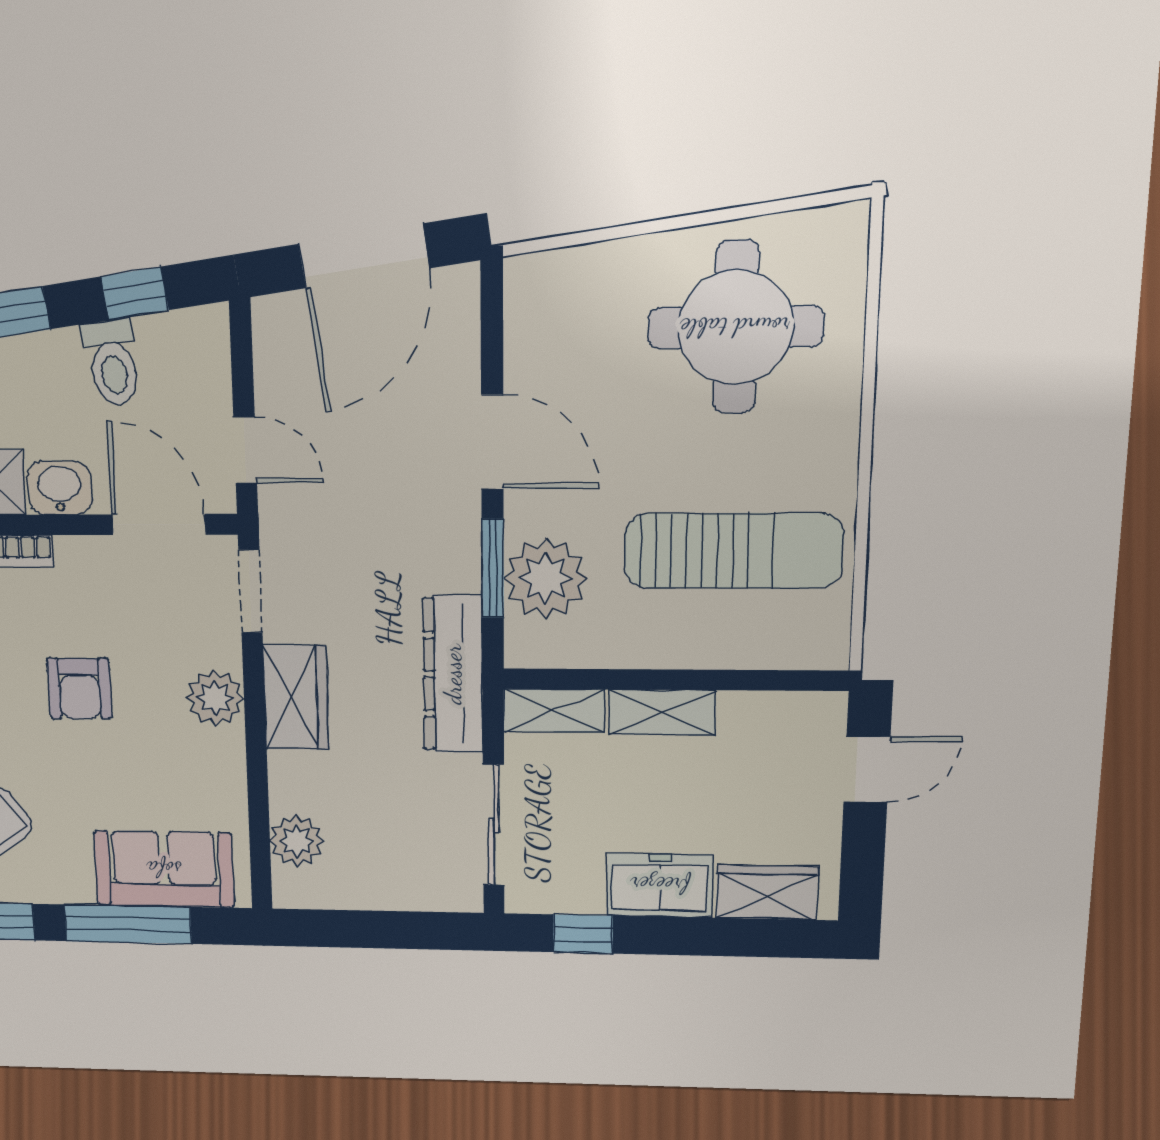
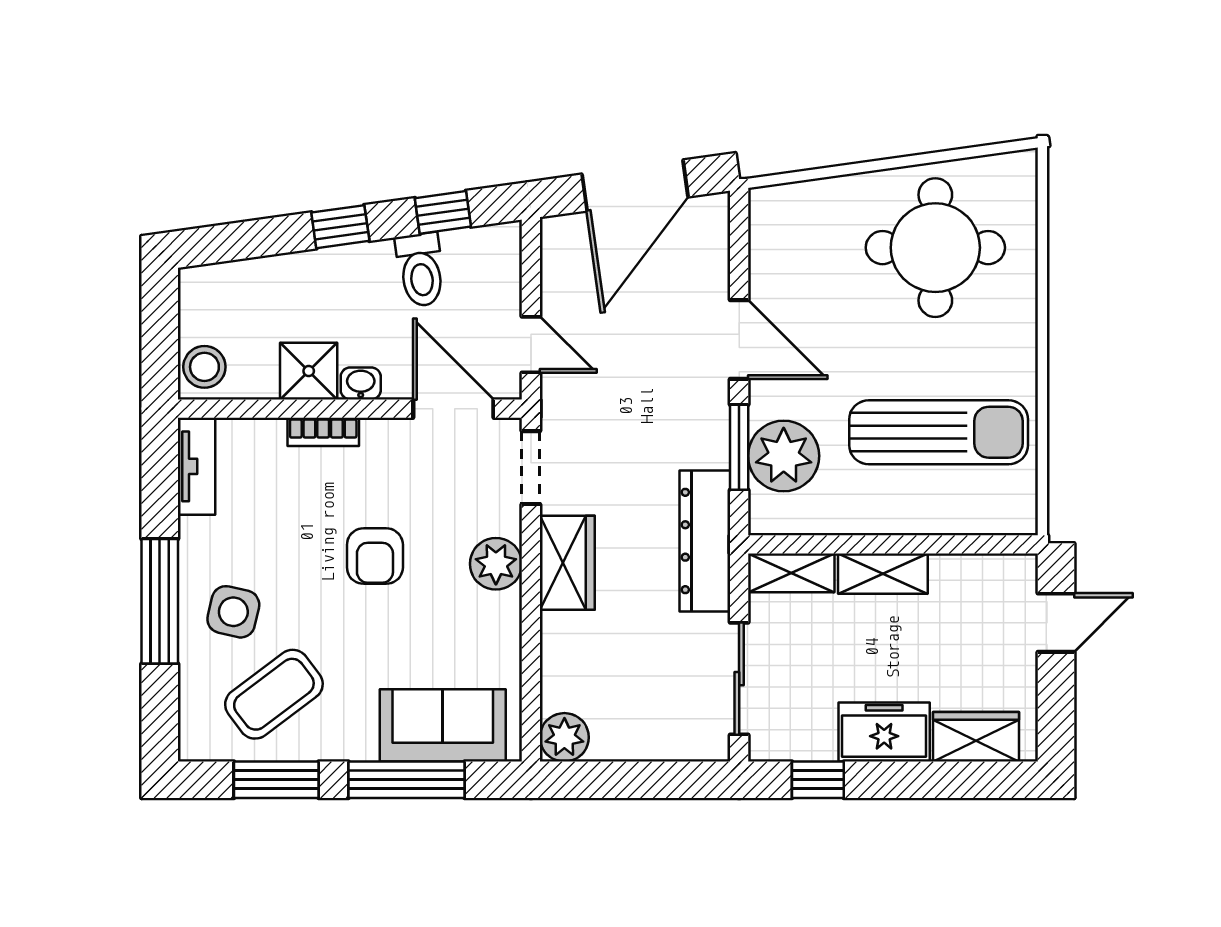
washbasin: (60, 488) -> (361, 383), width x0.72, depth x0.69
plant: (297, 841) -> (564, 737), moved

